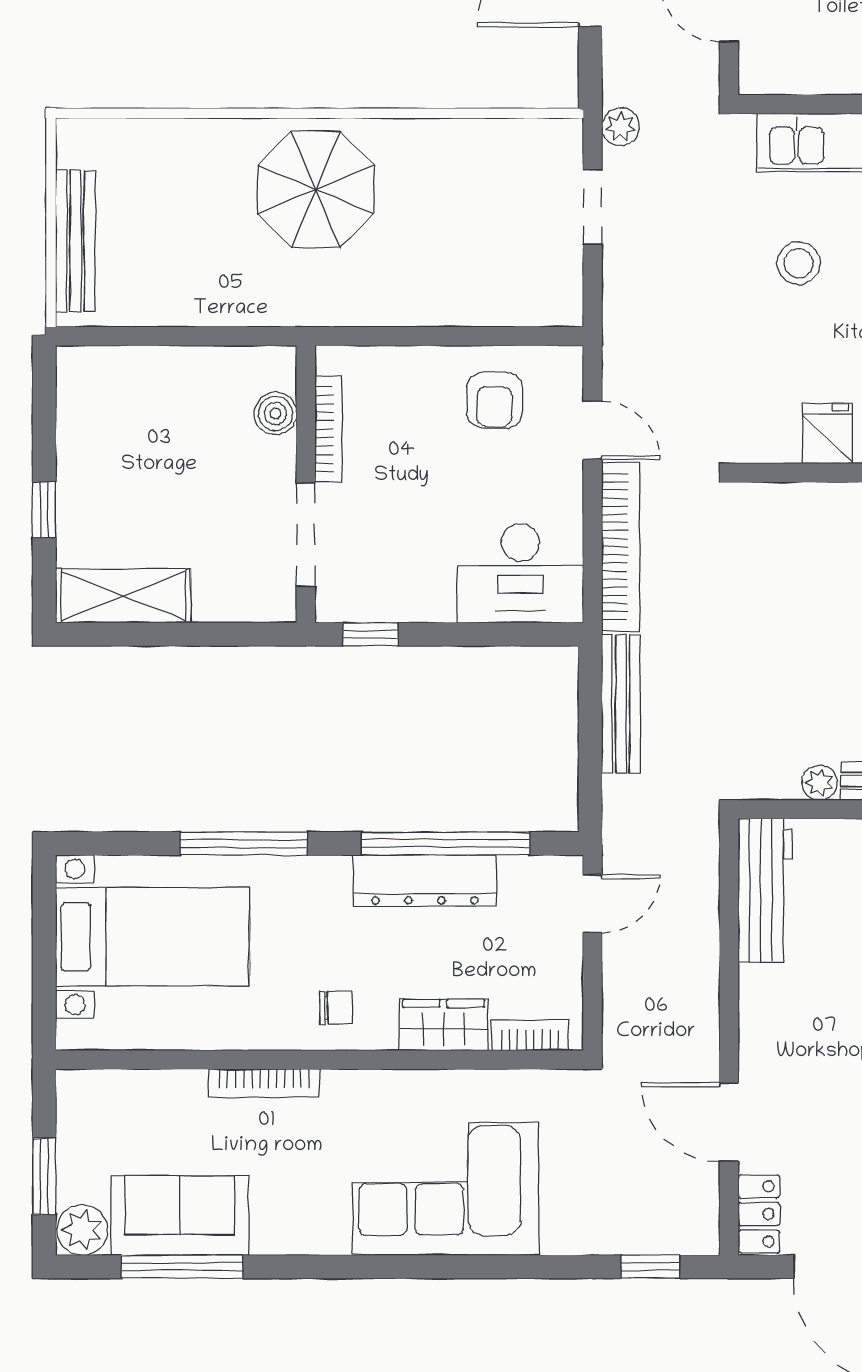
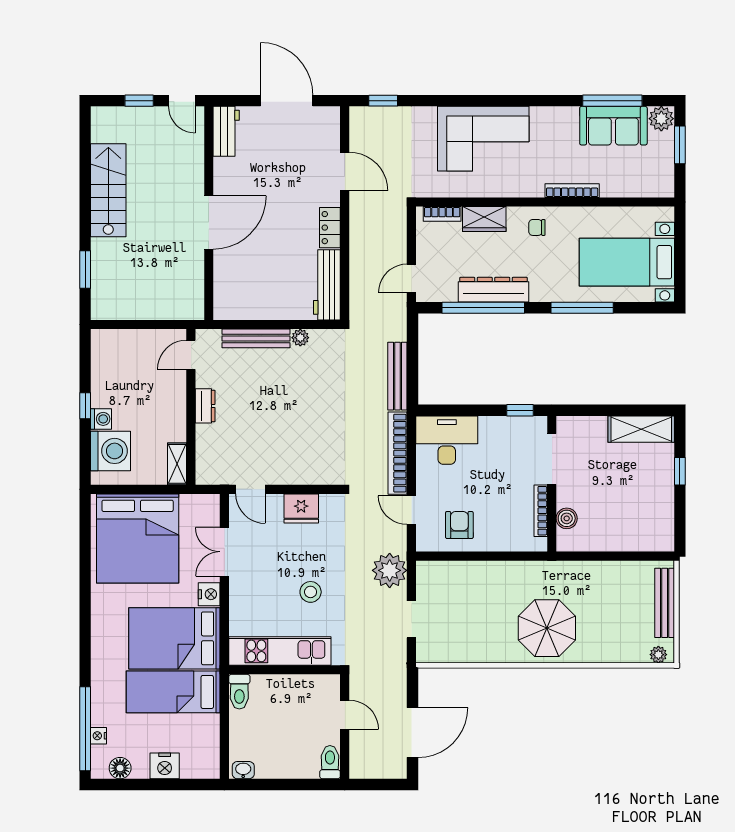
plant: (621, 127) -> (390, 570), moved, width x1.88, depth x1.88
plant: (88, 135) -> (658, 655), added
fridge: (827, 434) -> (301, 508), width x1.38
locker: (759, 1214) -> (330, 228), moved

